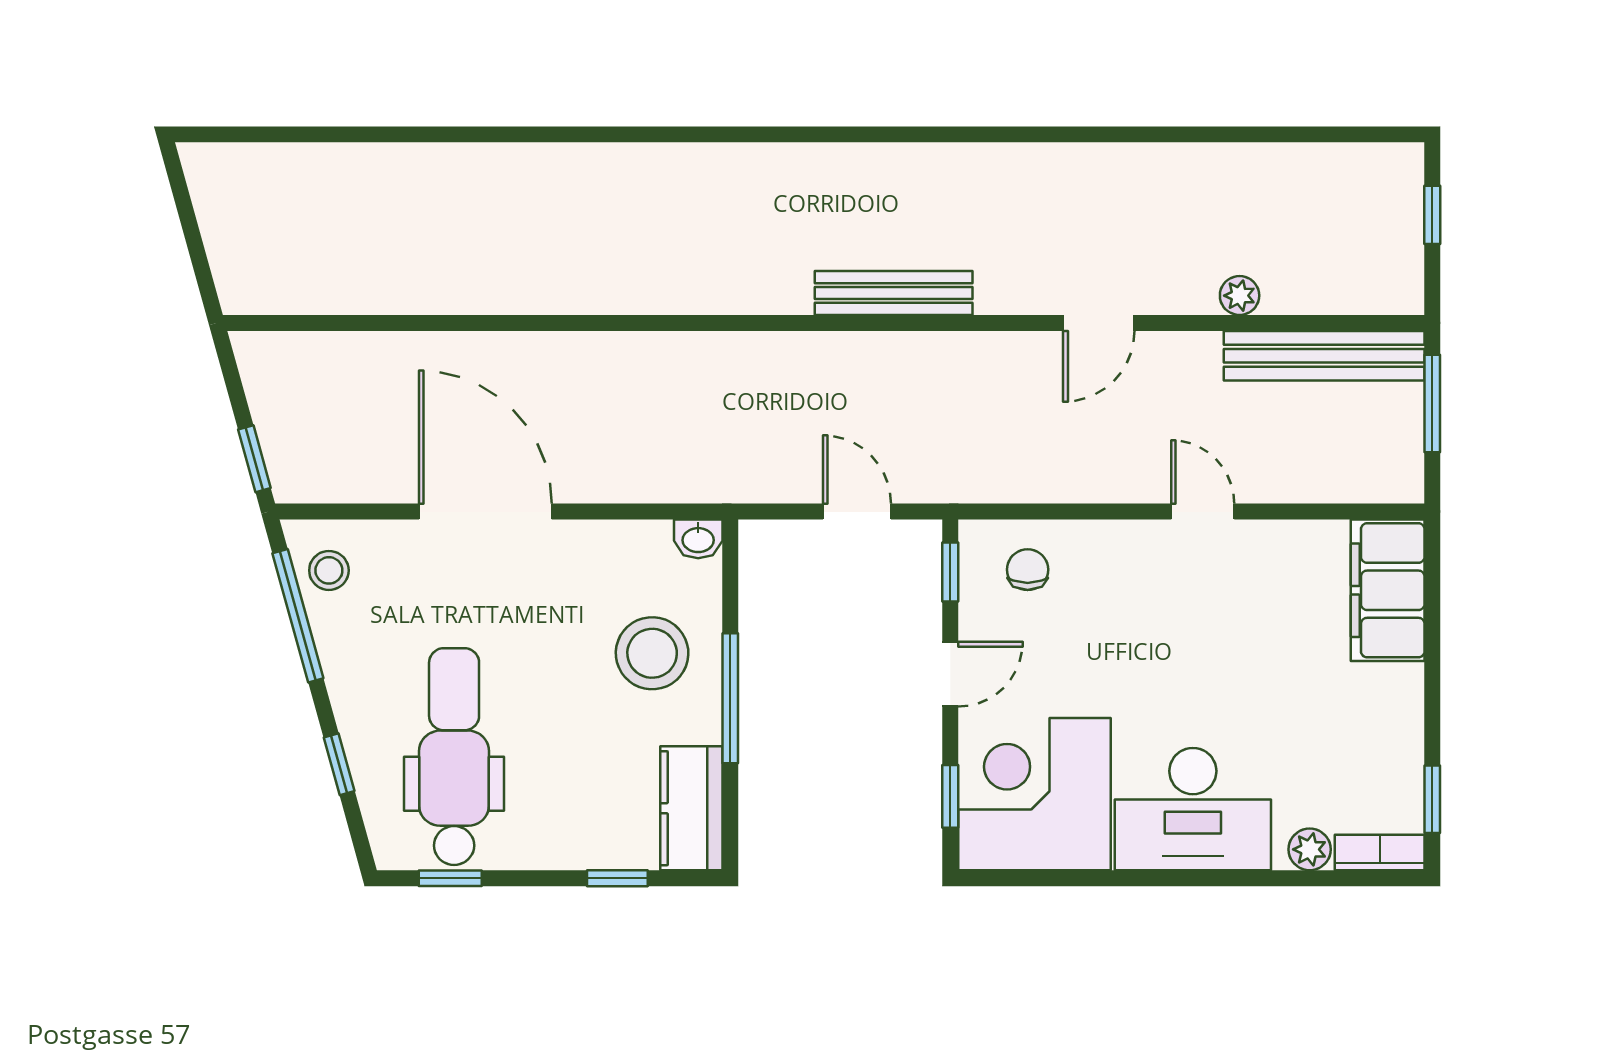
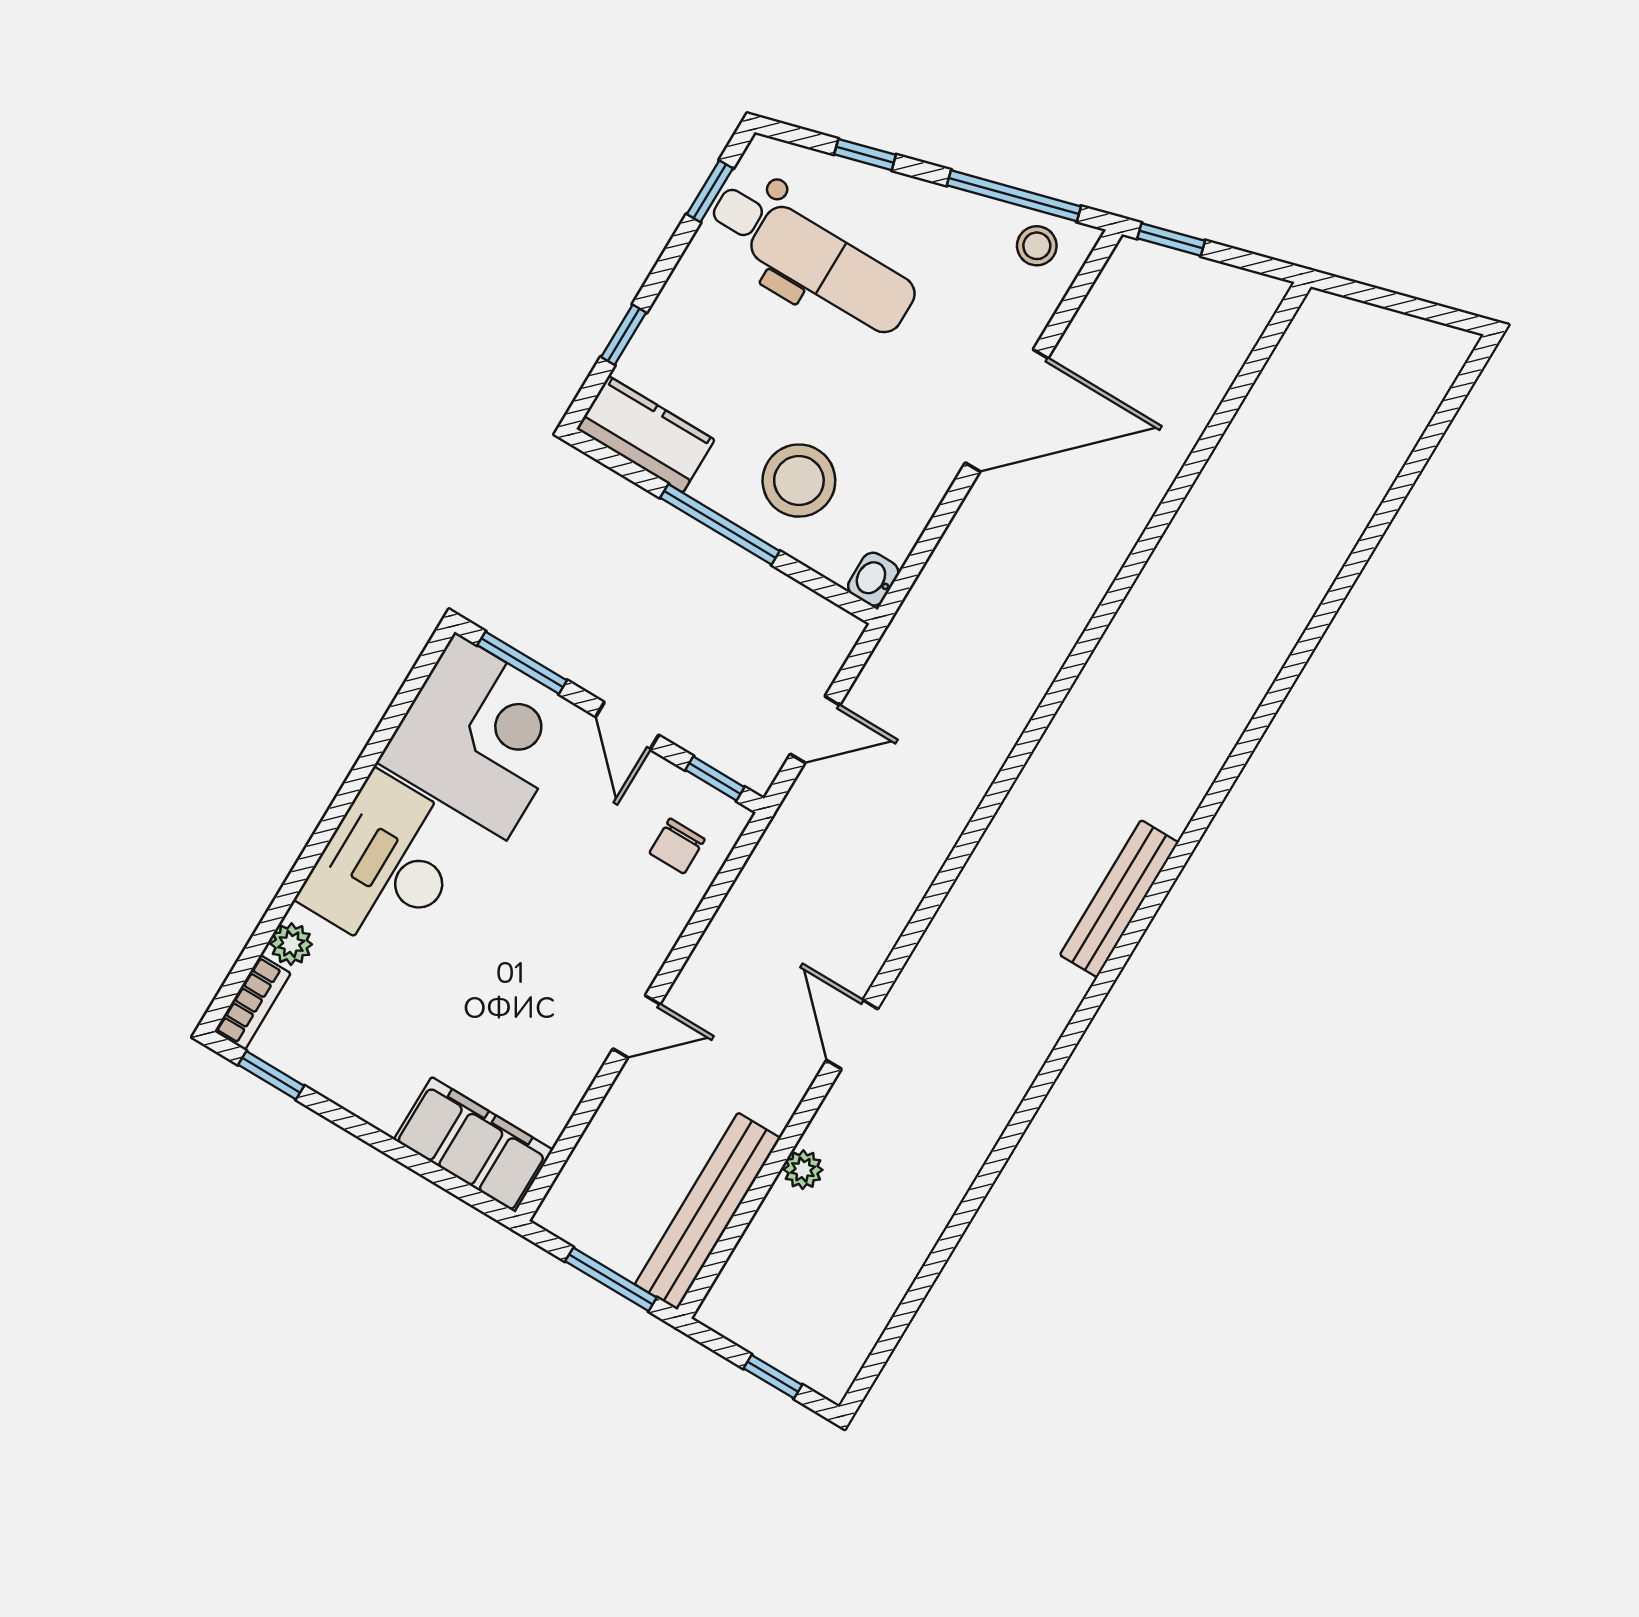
bench: (894, 293) -> (1119, 899), moved
chair: (1028, 570) -> (677, 846), turned 90
window: (950, 796) -> (522, 663), width x1.50

